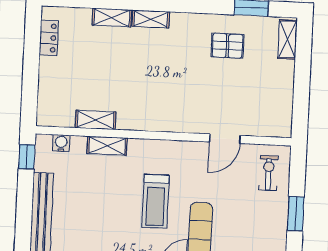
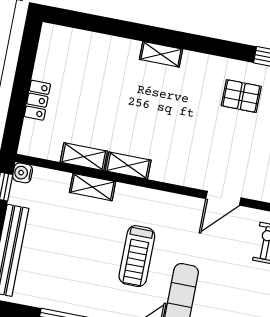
shelving: (112, 18) -> (128, 166), moved
locker: (49, 38) -> (37, 100), moved
water cooler: (61, 143) -> (23, 173), moved, turned -90

